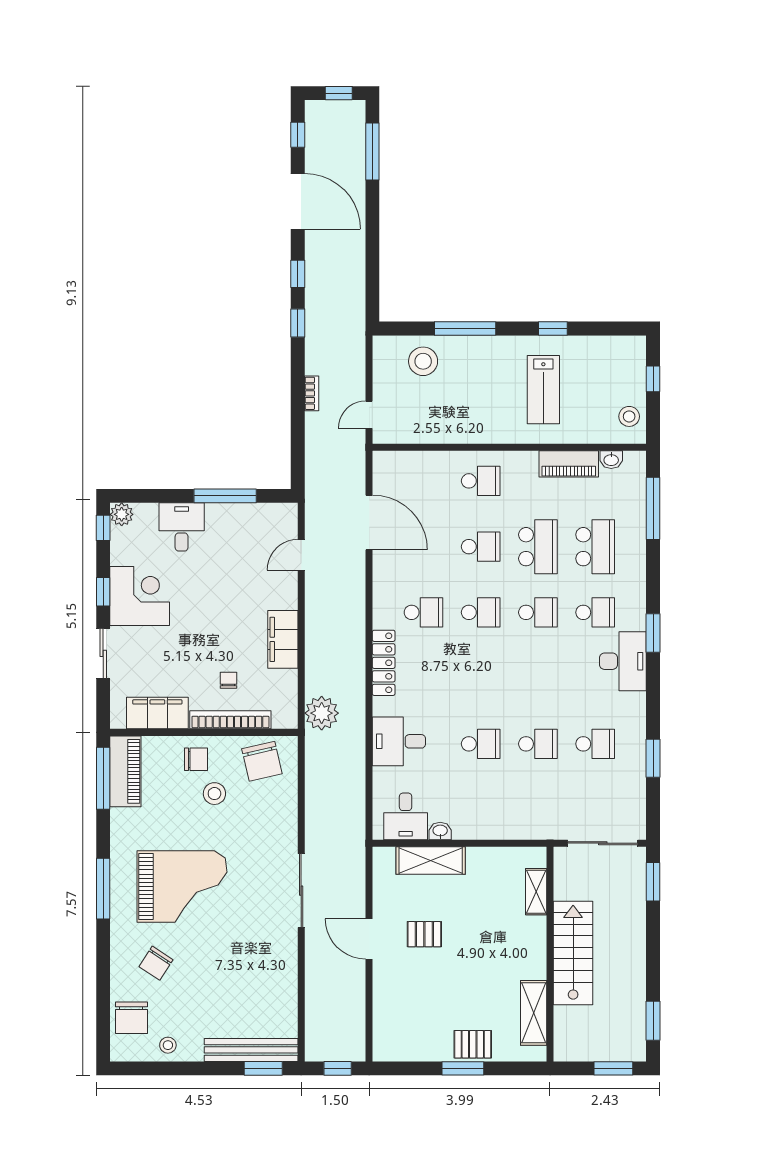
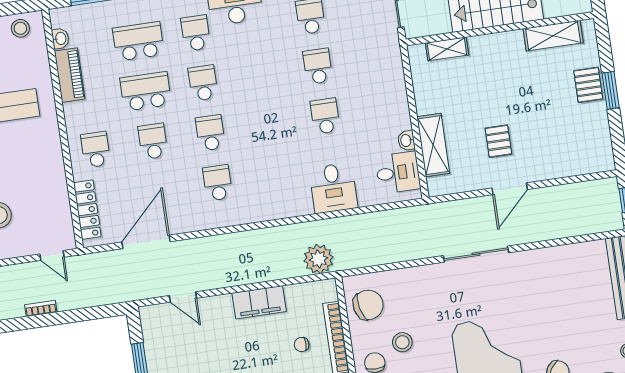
locker: (384, 663) -> (87, 210), moved, turned 90

